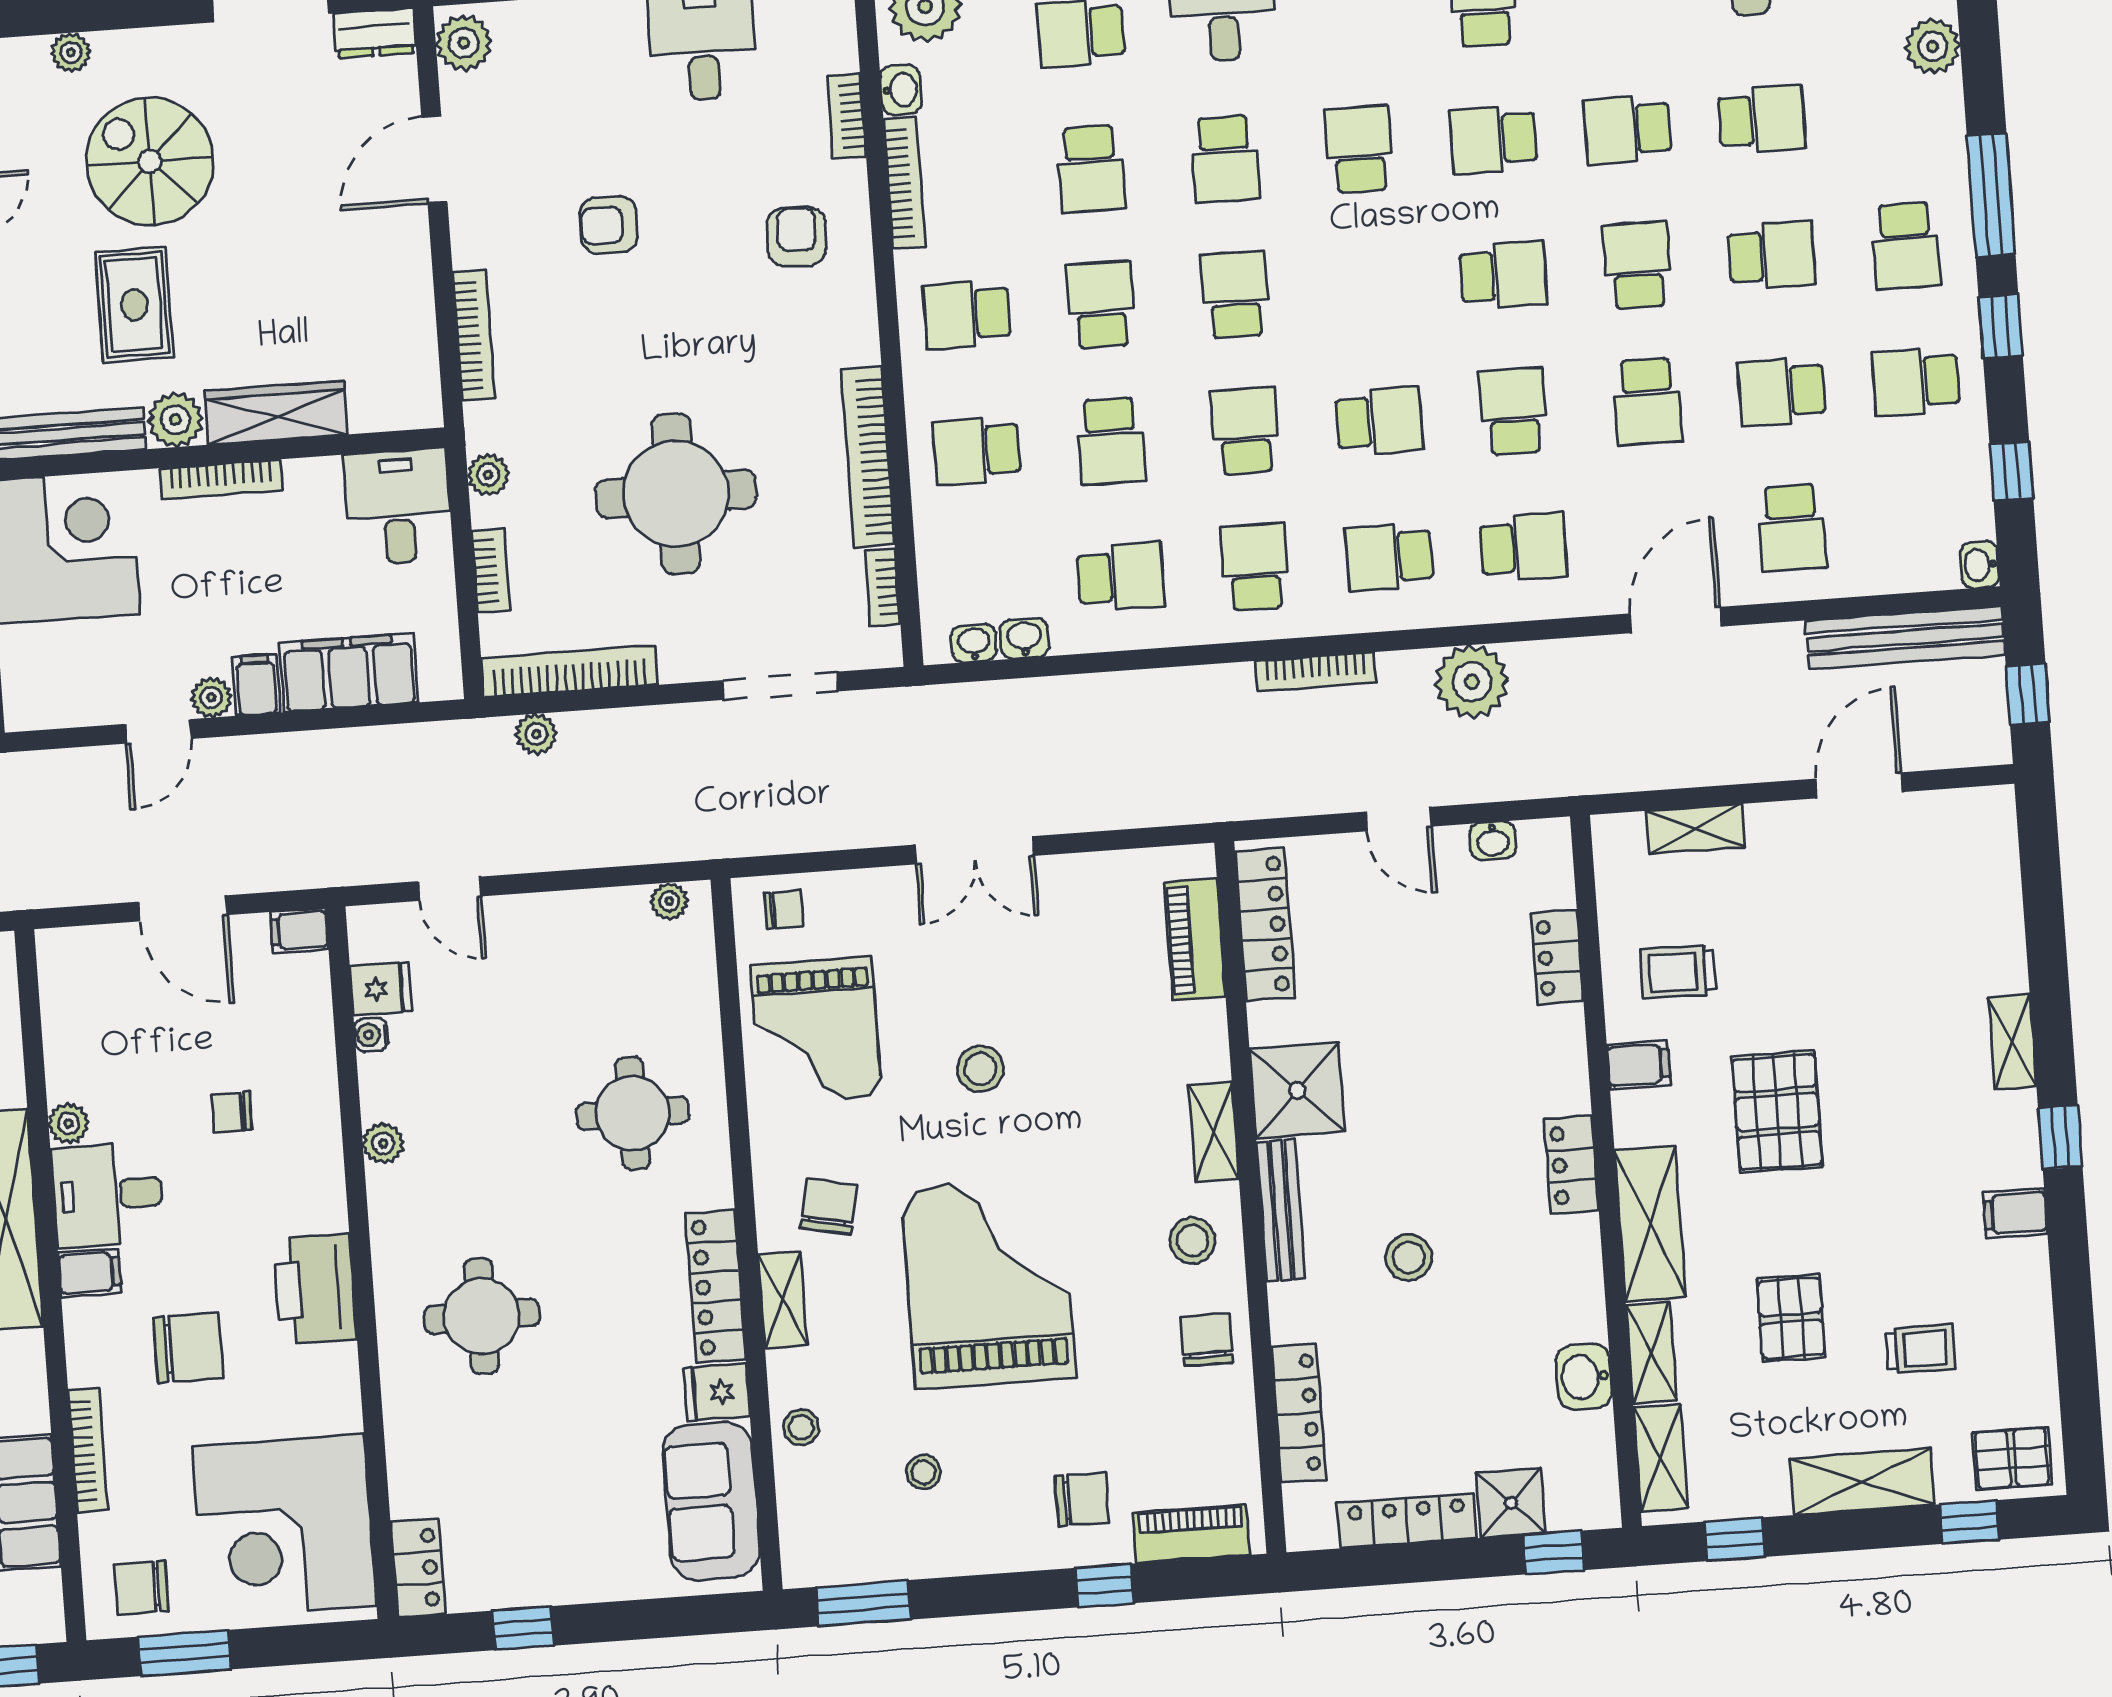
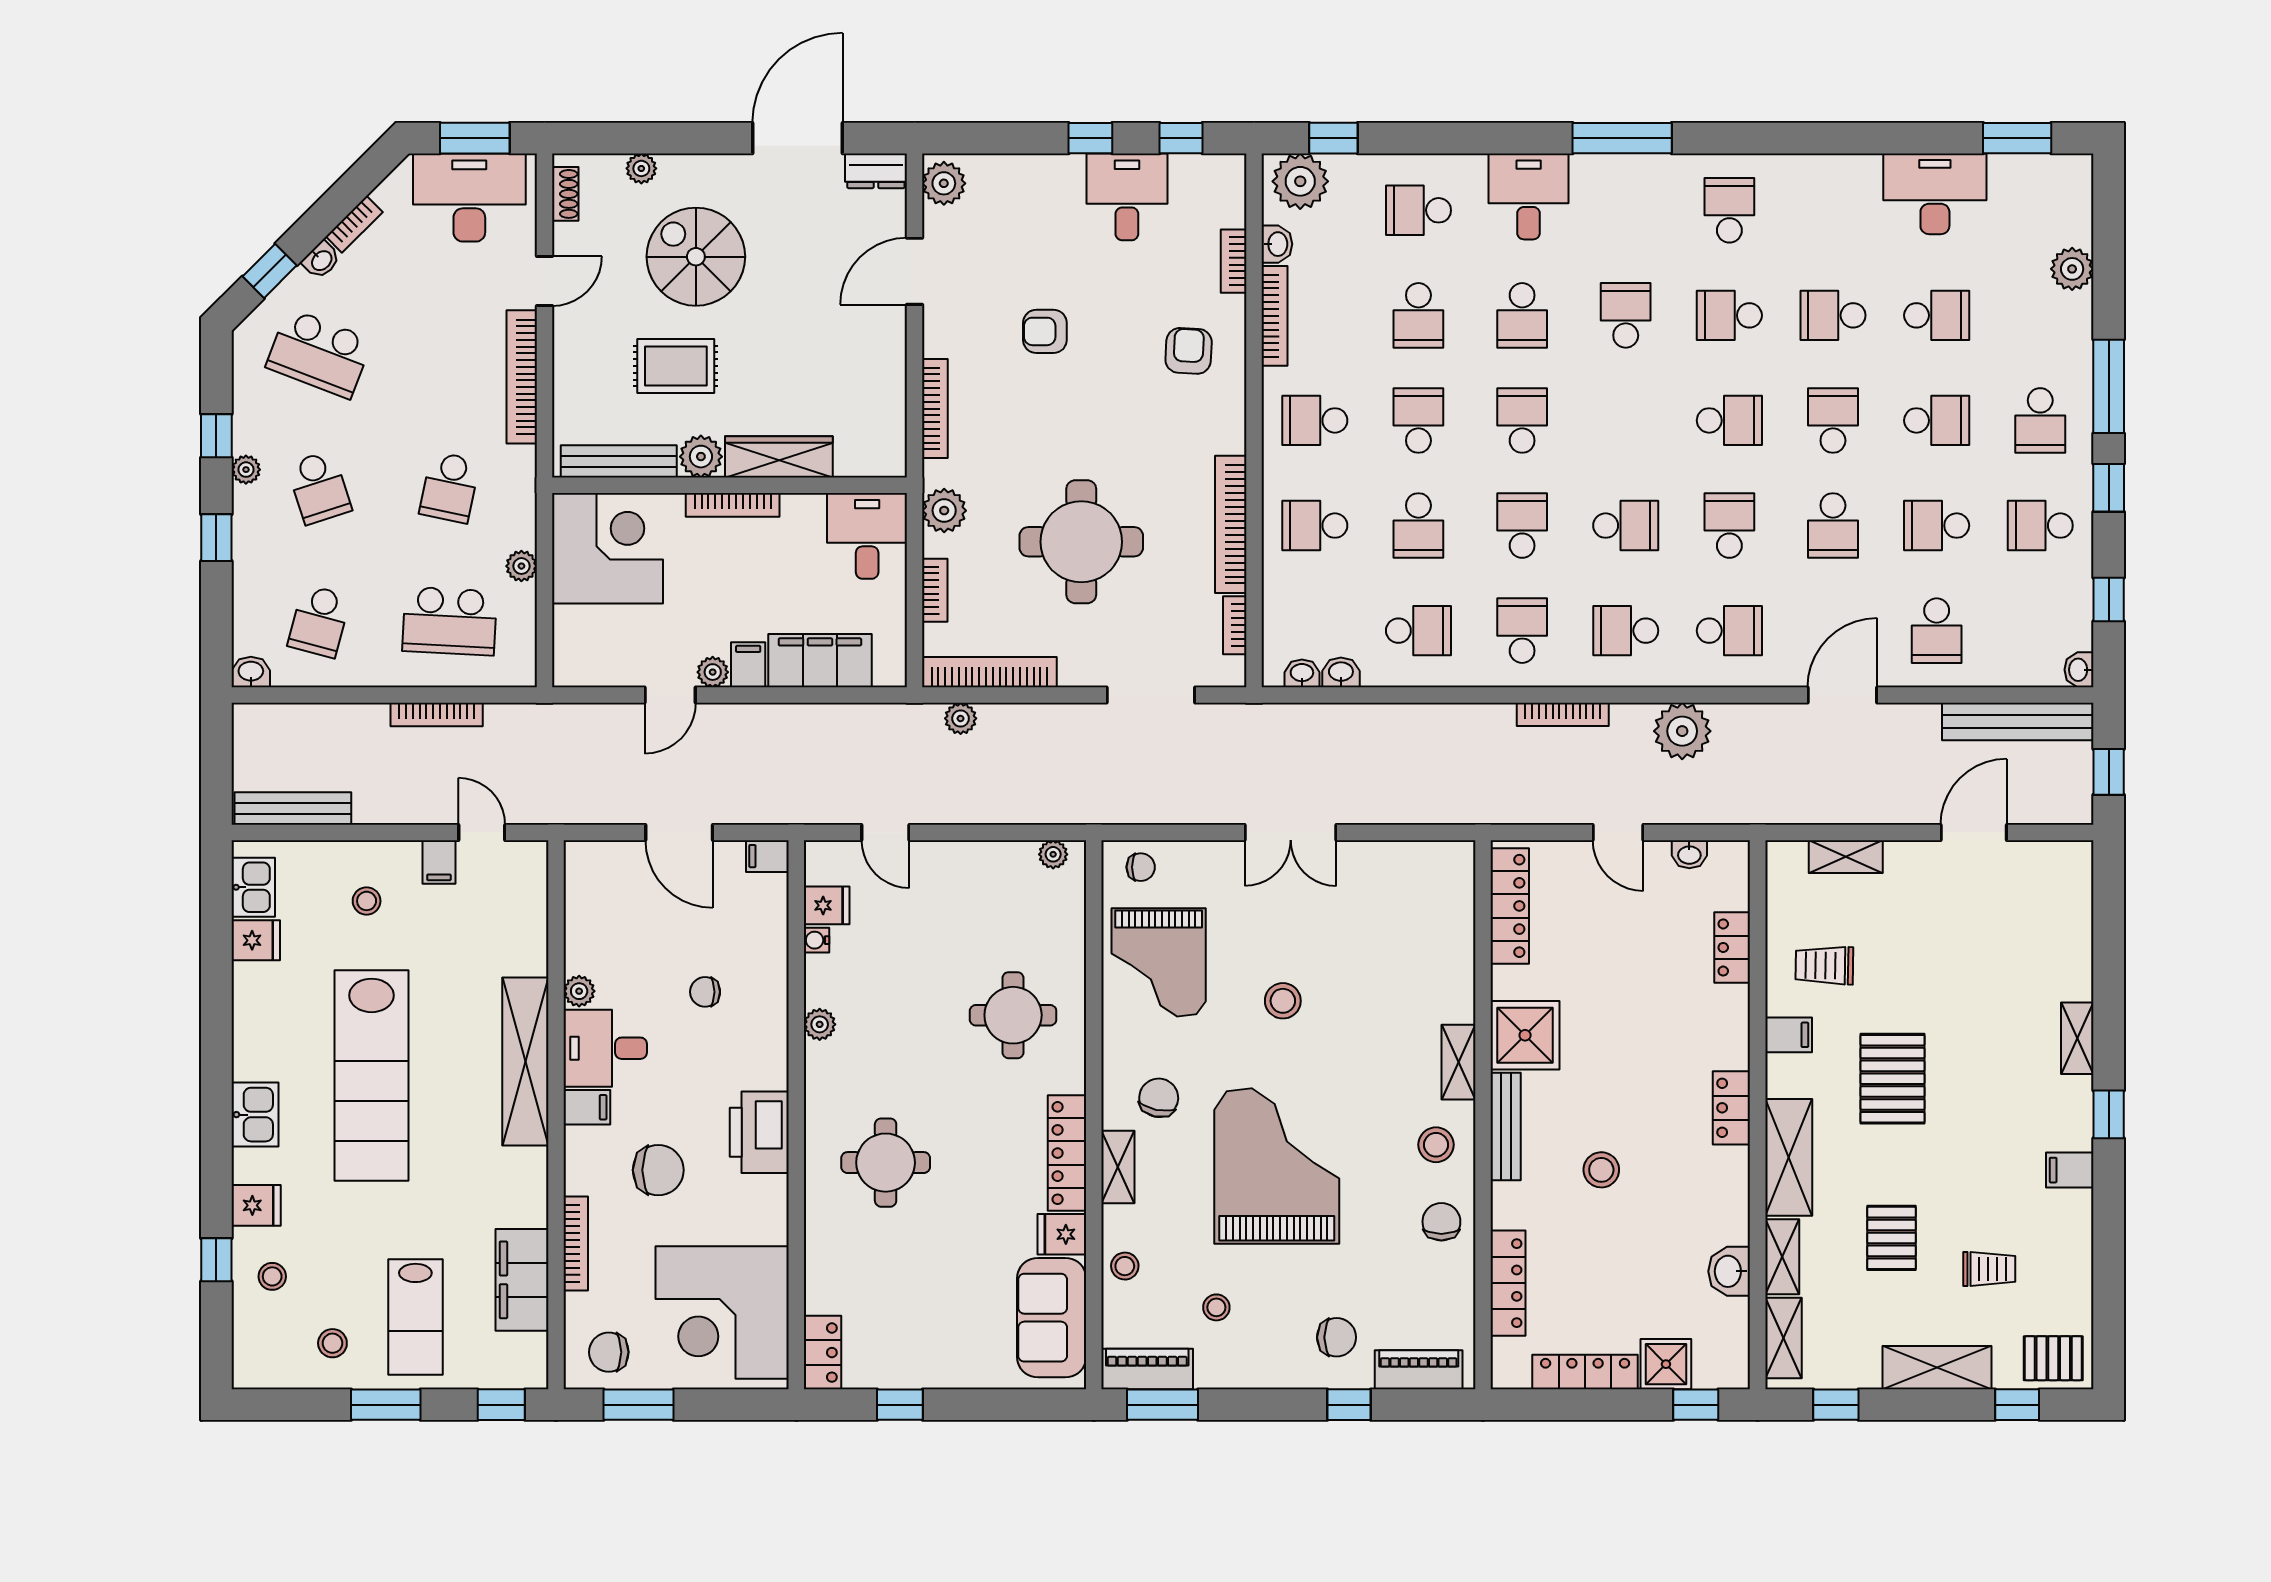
rug: (134, 305) -> (676, 366), turned 90
plant: (488, 475) -> (944, 511), width x1.38, depth x1.38
piano: (1195, 939) -> (1147, 1369), moved, turned 90

